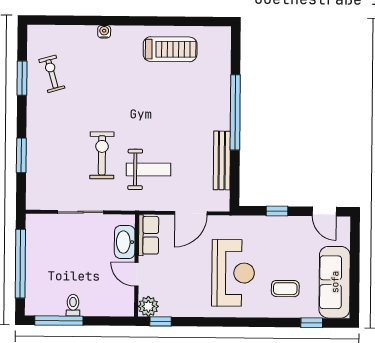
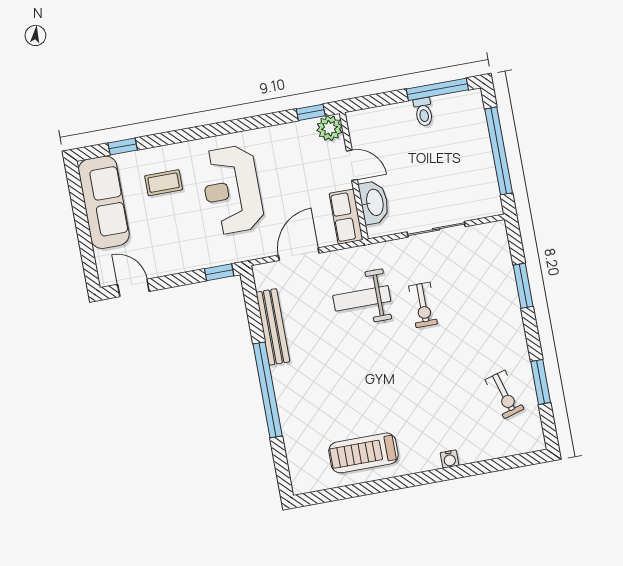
exercise bike: (102, 155) -> (423, 305), width x0.73, depth x0.72
window: (277, 211) -> (219, 272), moved

